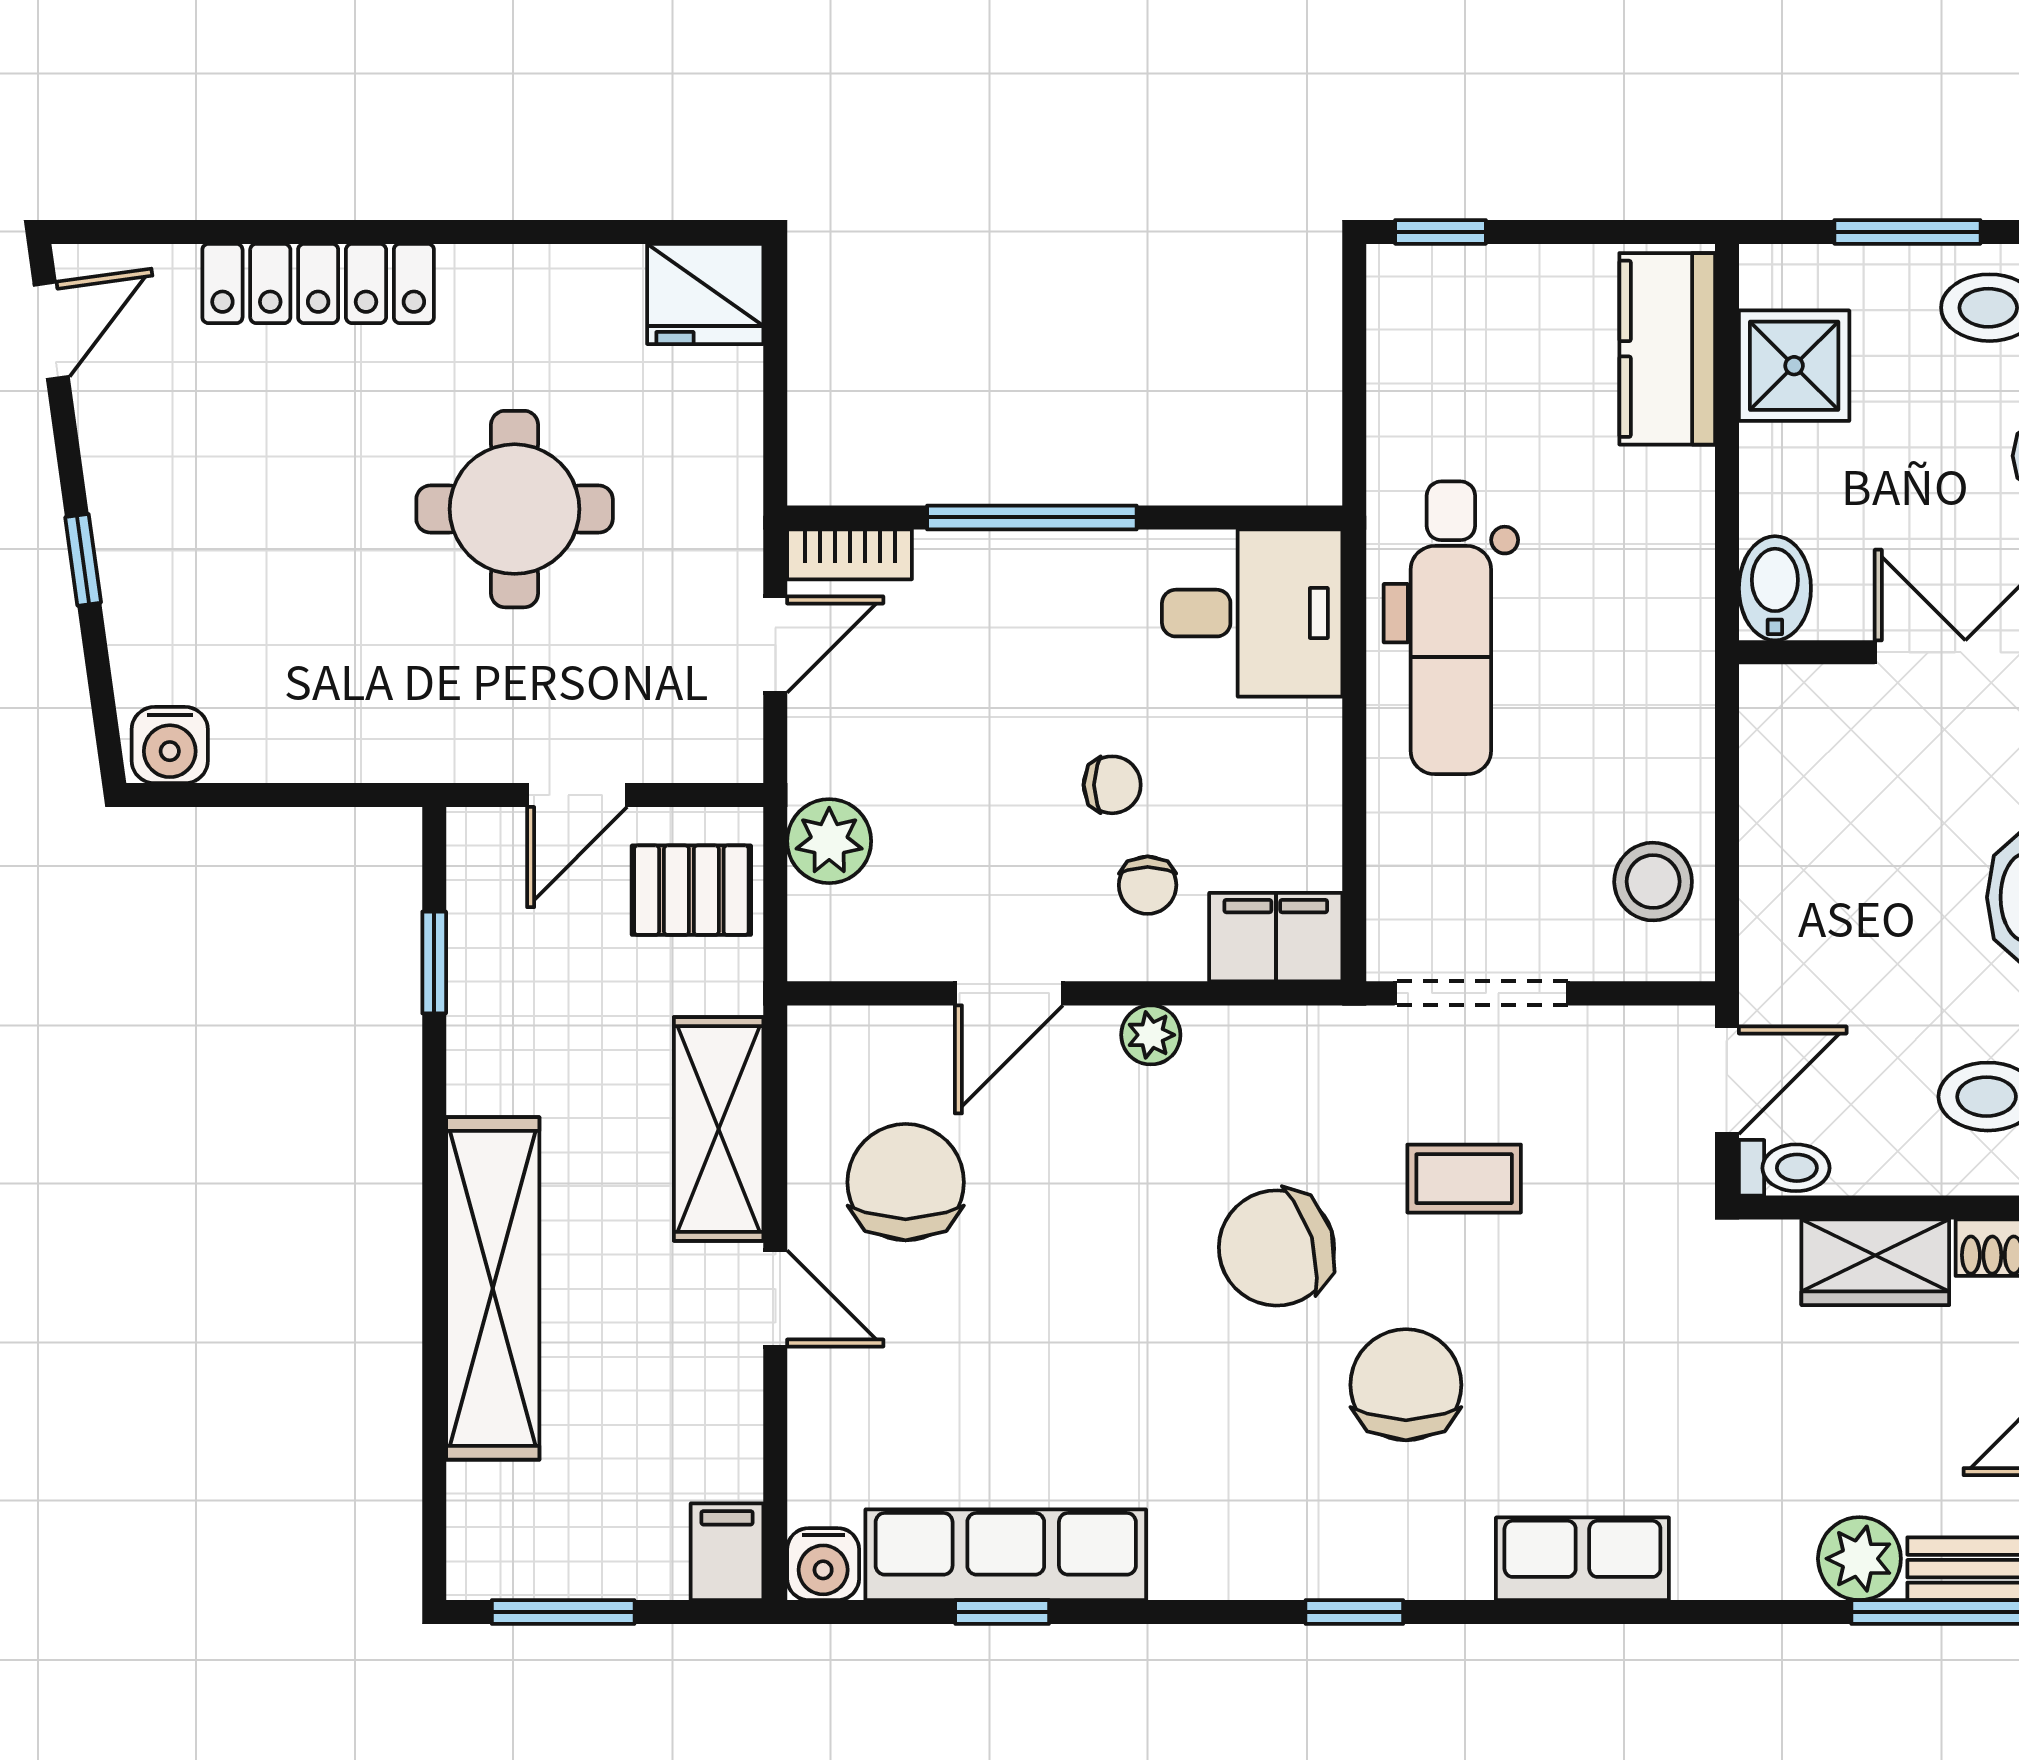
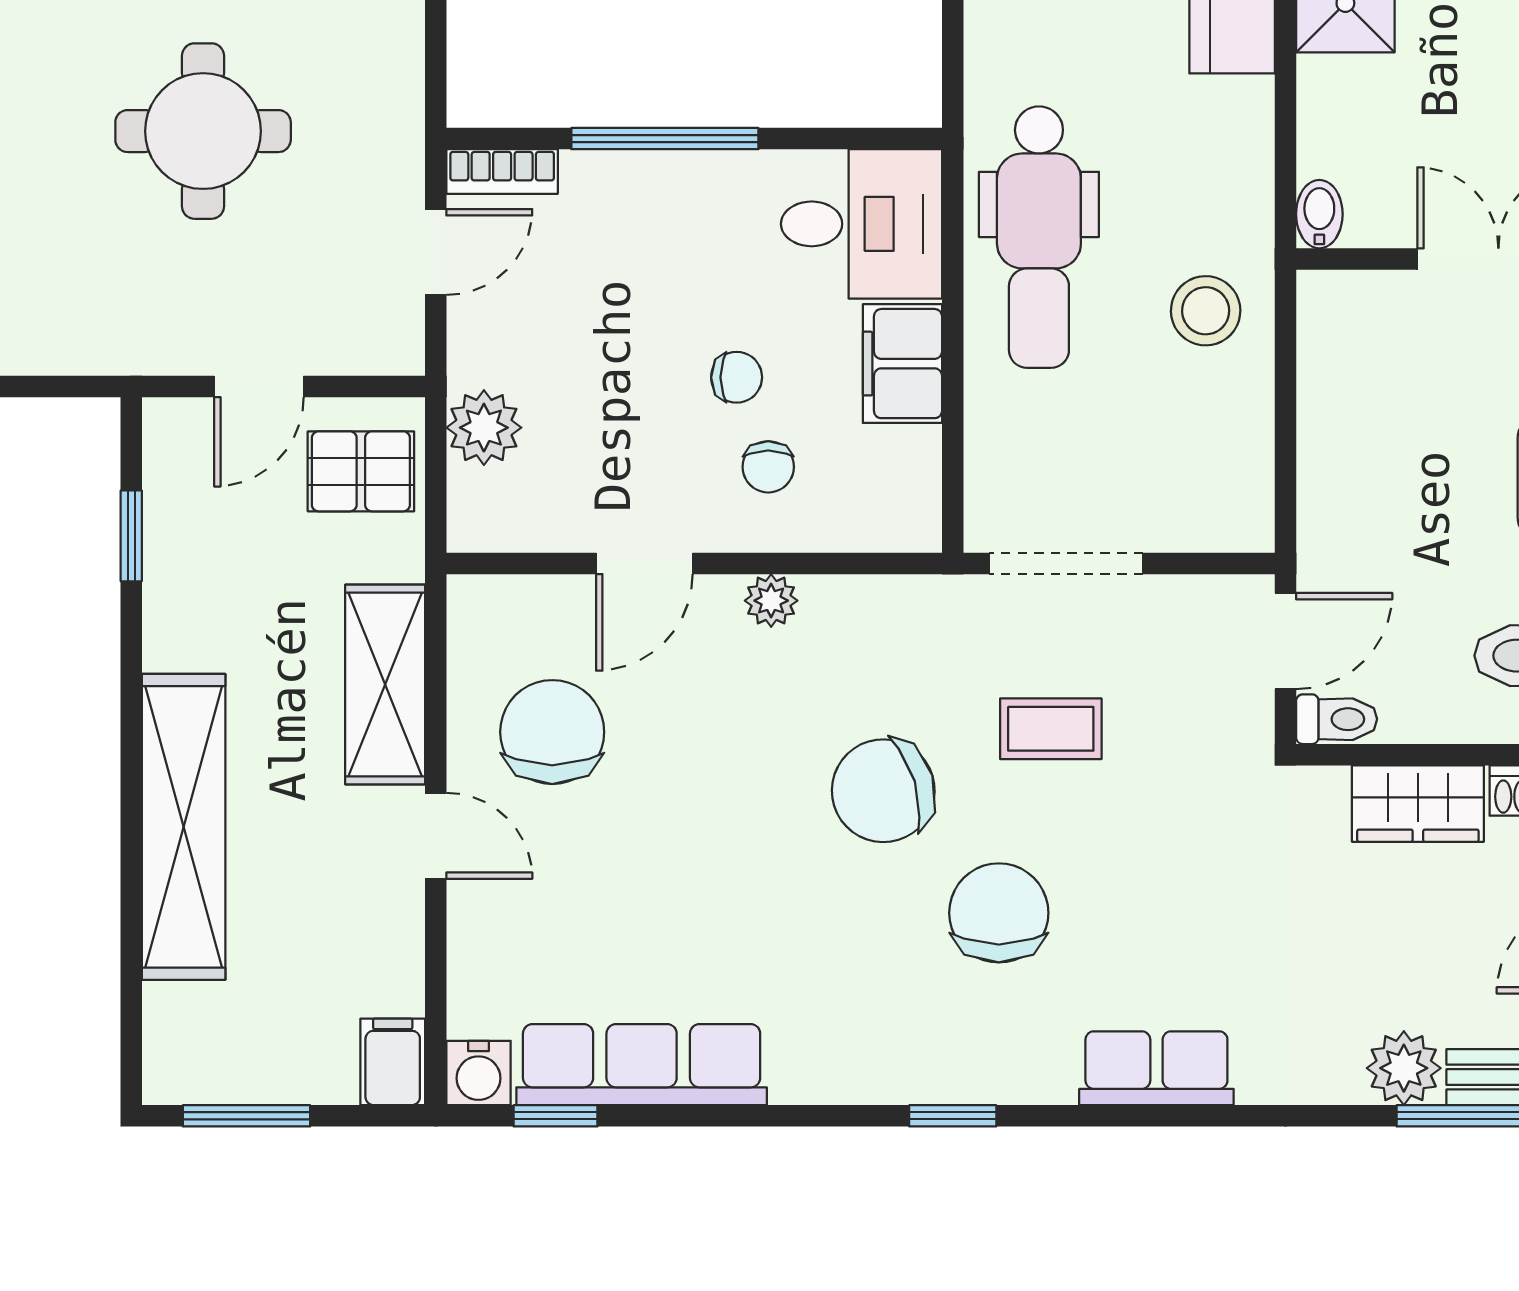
bidet: (1775, 588) -> (1319, 214), width x0.72, depth x0.74
stool: (1653, 882) -> (1206, 311), moved
filing cabinet: (1276, 937) -> (902, 364), moved, turned -90
window: (1002, 1612) -> (555, 1116), moved

